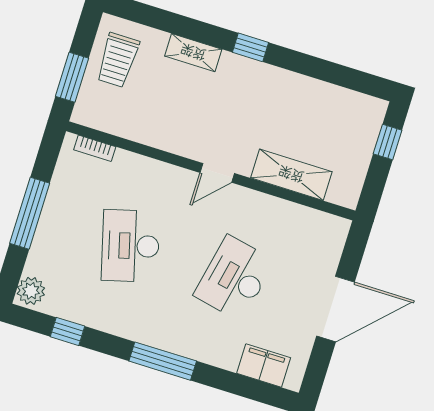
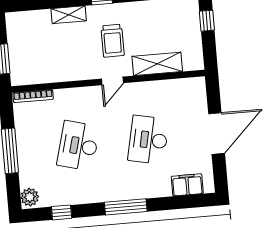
trolley: (118, 60) -> (113, 41), moved
bookcase: (95, 148) -> (33, 96), width x1.56
desk: (130, 246) -> (78, 146), turned 30

